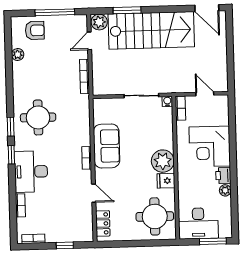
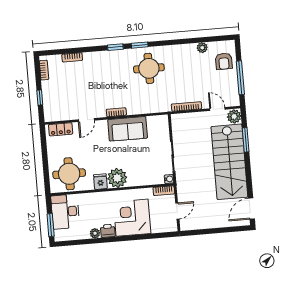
desk: (31, 172) -> (102, 65), removed

